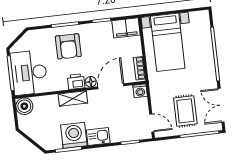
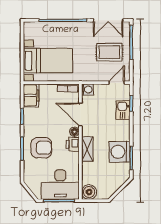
kitchen sink: (98, 137) -> (123, 110), moved

